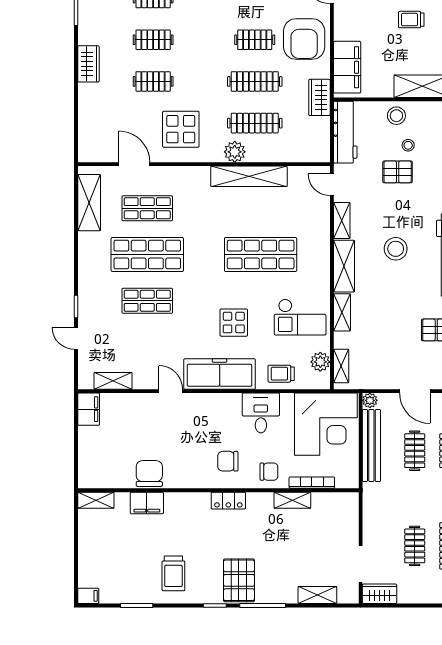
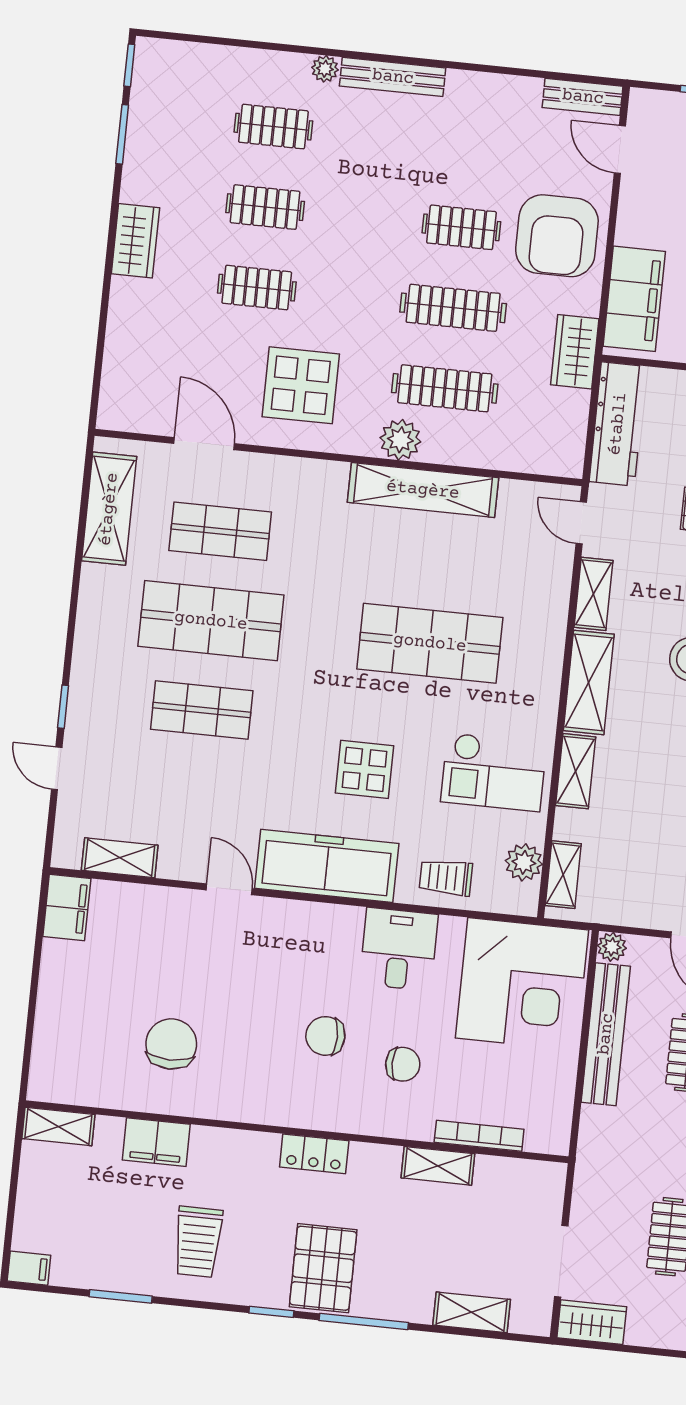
bookcase: (312, 483) -> (479, 1136), moved
wall: (218, 490) -> (297, 1132), moved
shelving: (96, 500) -> (58, 1126), moved
shelving: (292, 500) -> (438, 1166), moved
locker: (228, 501) -> (314, 1154), moved
filing cabinet: (147, 503) -> (156, 1142), moved

